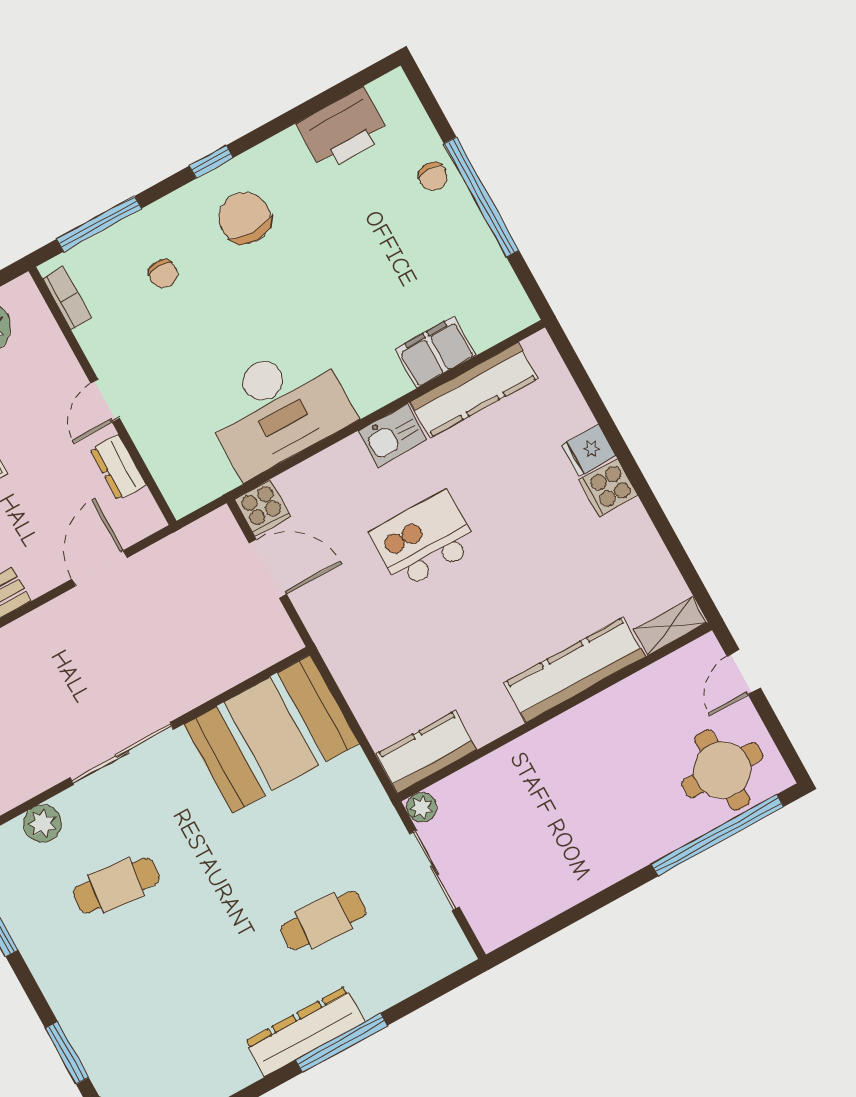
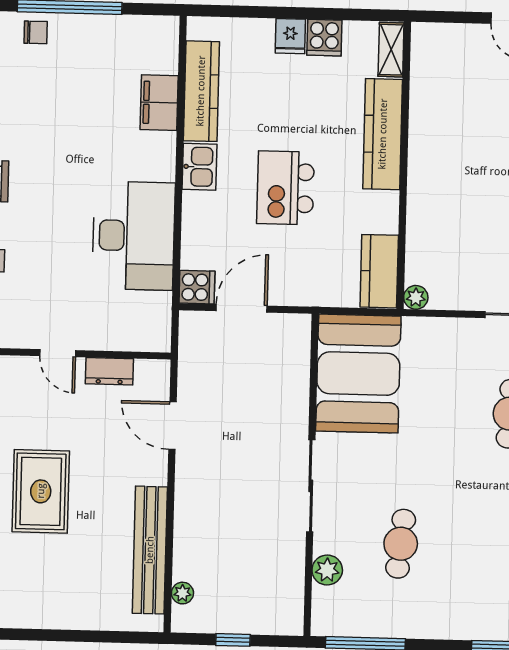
shelving: (670, 626) -> (391, 50), moved
kitchen counter: (575, 670) -> (383, 134), moved
wall: (555, 712) -> (404, 165), moved
kitchen counter: (427, 752) -> (379, 271), moved
plant: (421, 807) -> (416, 297), moved

